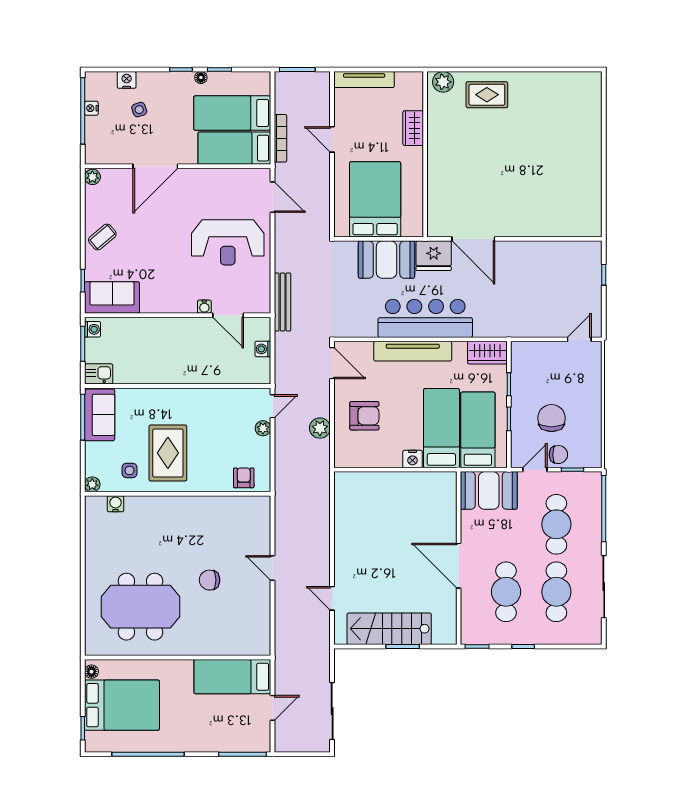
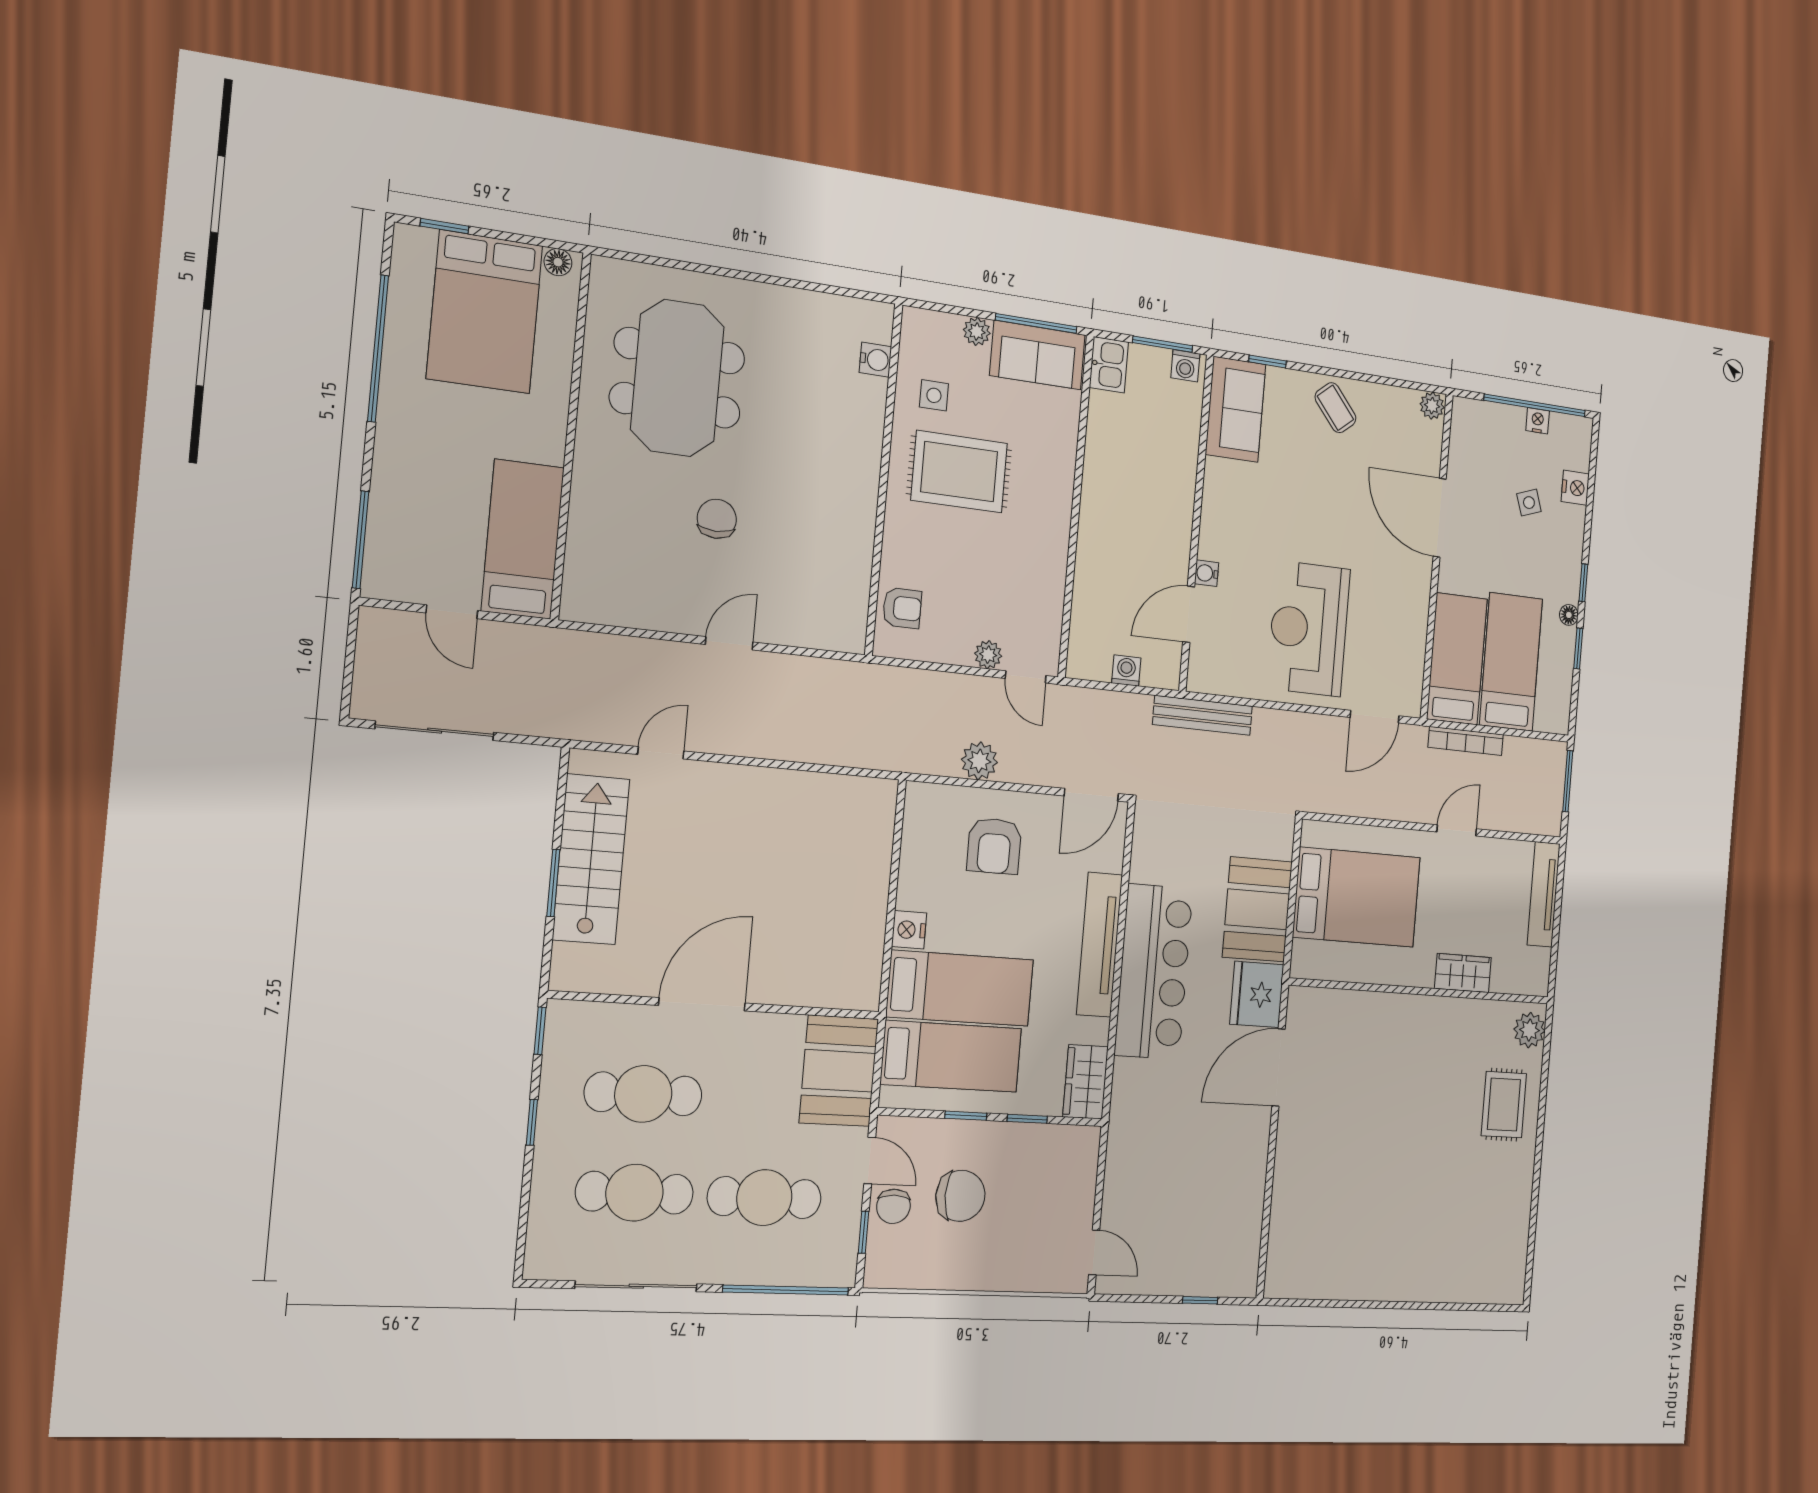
plant: (92, 484) -> (977, 332), moved

